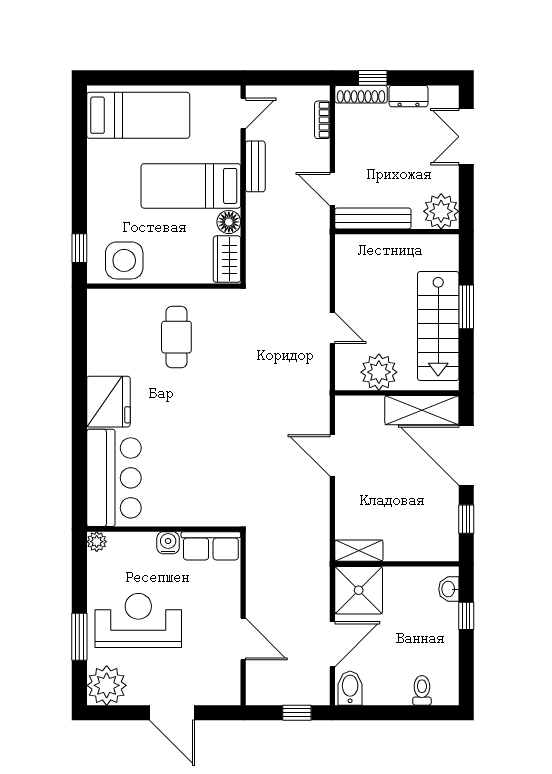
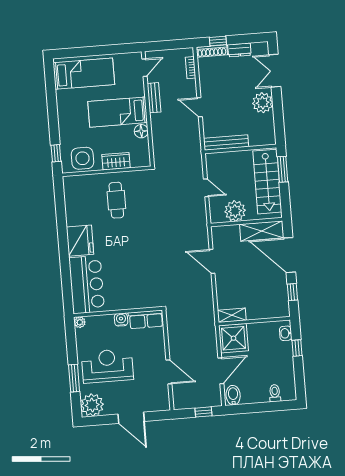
plant: (441, 211) -> (263, 103), moved
bench: (373, 218) -> (226, 142), moved
wall: (397, 232) -> (241, 149), moved
wardrobe: (227, 259) -> (116, 161), moved, turned 90

